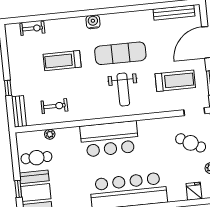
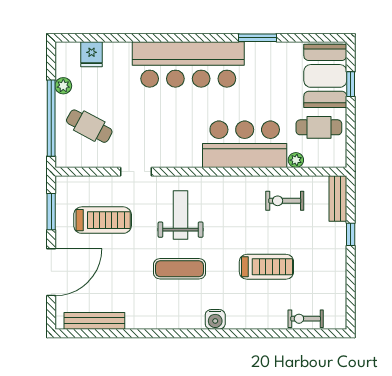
exercise mat: (120, 53) -> (180, 269), width x0.73, depth x0.69
treadmill: (175, 81) -> (103, 220), turned 180
doorway: (194, 112) -> (136, 172), moved
bar counter: (109, 139) -> (245, 144), moved

